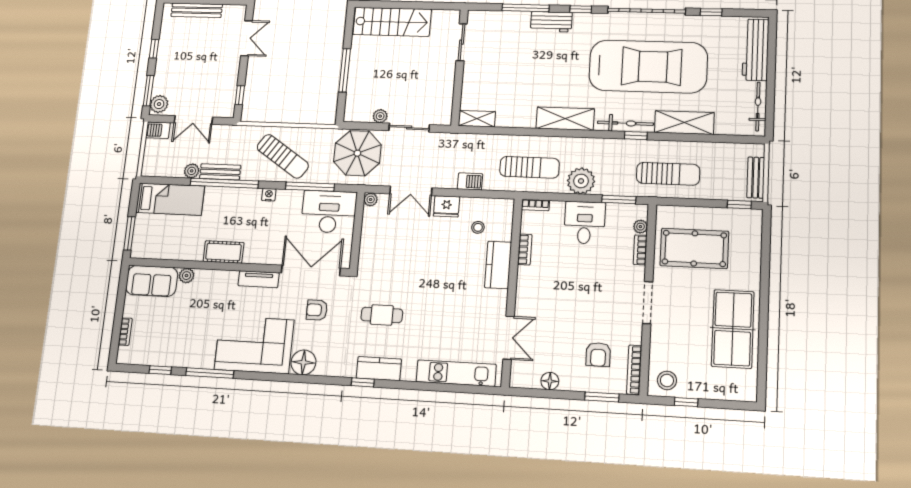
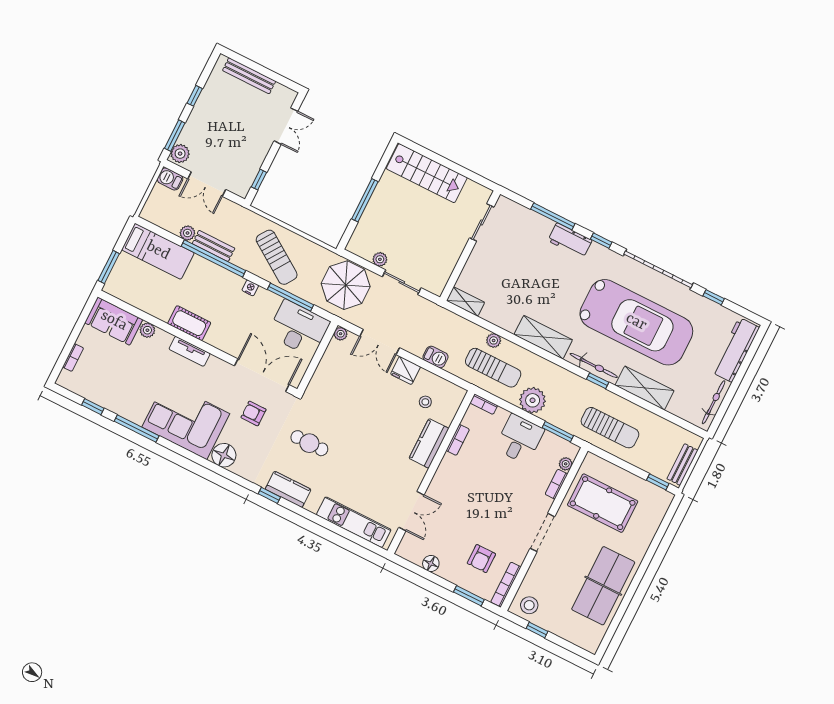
plant: (519, 142) -> (494, 340), added
tv unit: (259, 279) -> (190, 351), moved

